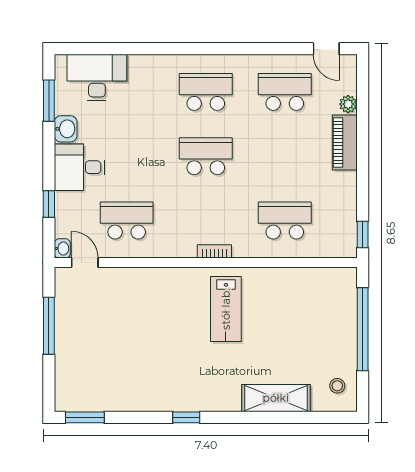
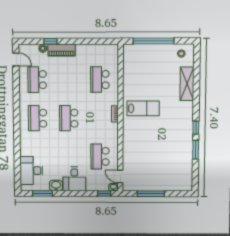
door: (326, 49) -> (16, 59), hinge flipped
window: (49, 204) -> (104, 194), moved
window: (363, 235) -> (50, 41), moved
door: (85, 263) -> (120, 176), hinge flipped
window: (85, 417) -> (196, 150), moved

